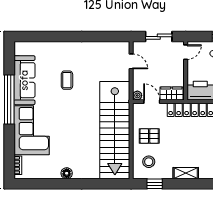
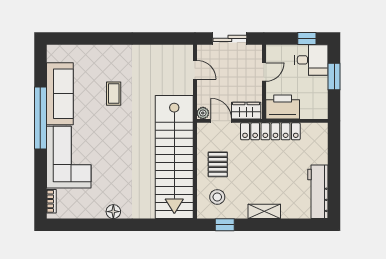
door: (186, 52) -> (264, 72), moved
pallet: (149, 136) -> (218, 164), turned 90

